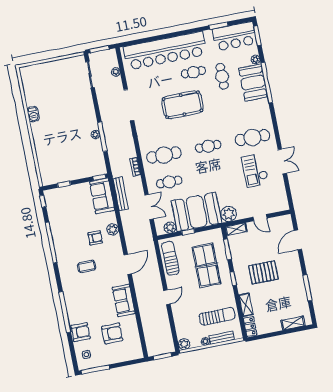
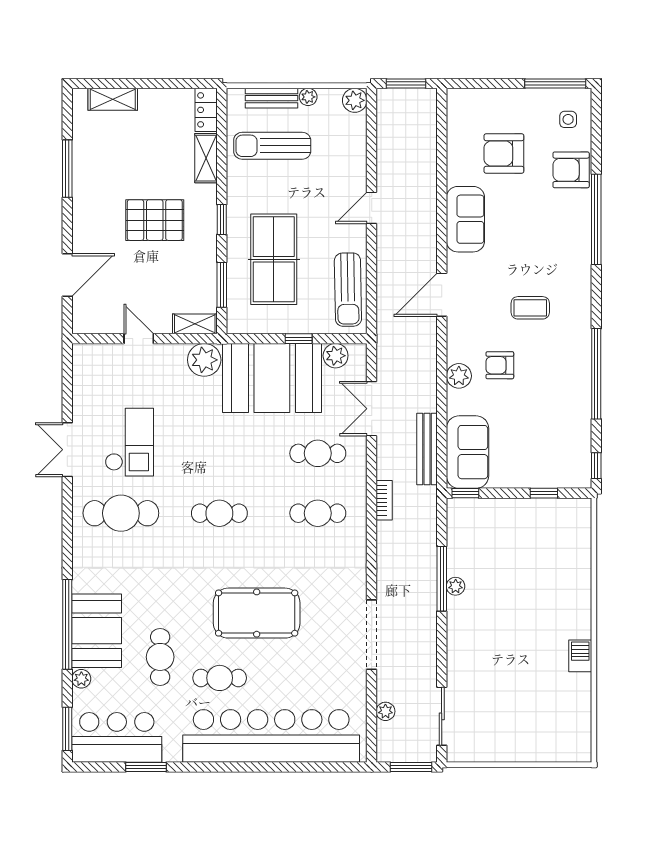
cafe table: (164, 155) -> (318, 513), width x0.73, depth x0.74

